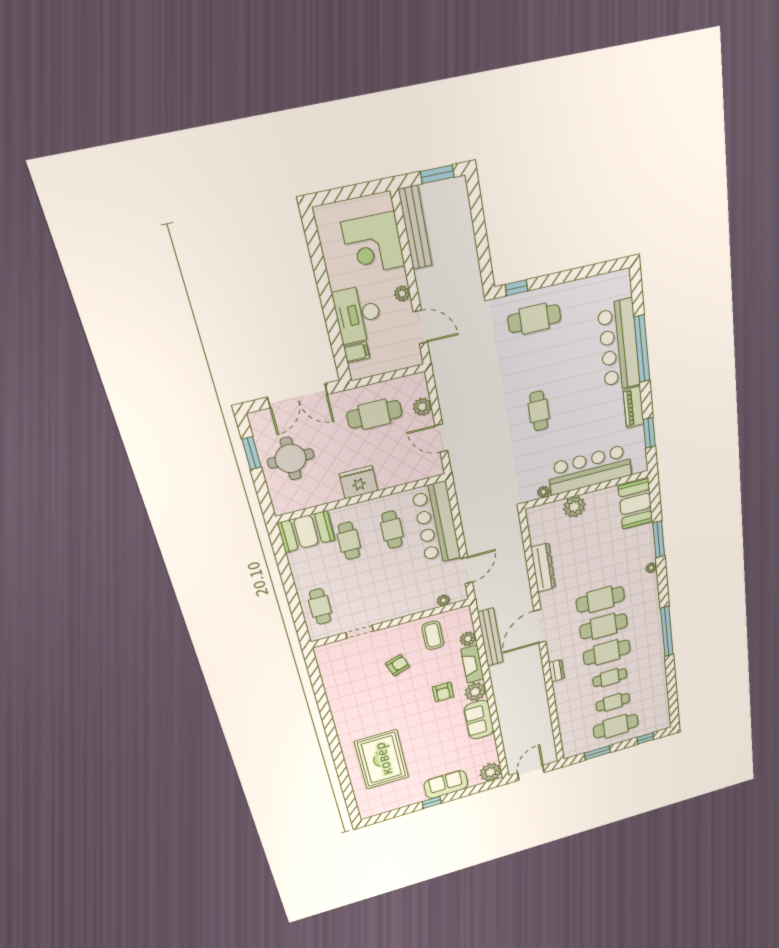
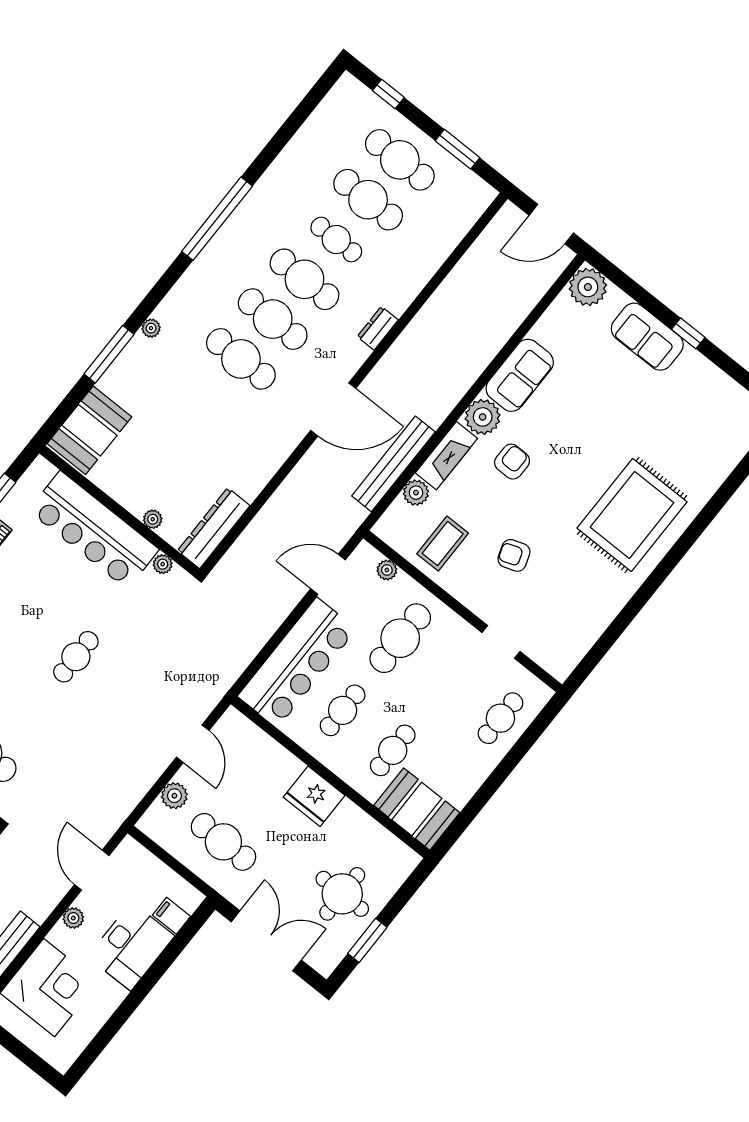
plant: (574, 507) -> (153, 519), width x0.53, depth x0.53
dresser: (543, 568) -> (214, 528), moved
cafe table: (404, 584) -> (400, 638), added
cafe table: (613, 702) -> (368, 200), width x1.37, depth x1.35
rug: (382, 759) -> (632, 515), moved

